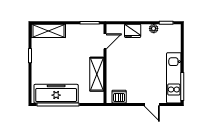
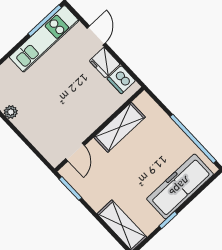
fridge: (133, 31) -> (105, 63), moved, turned 180
door: (105, 41) -> (75, 152), swing flipped
freezer: (56, 94) -> (180, 187), moved, turned 90

